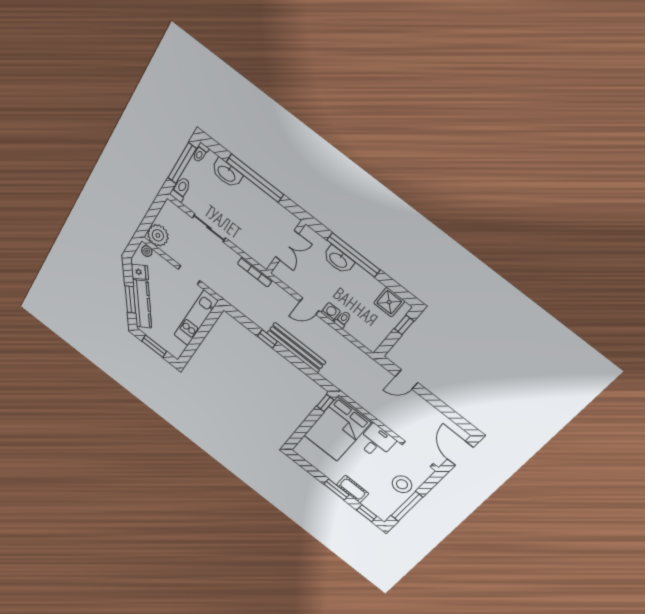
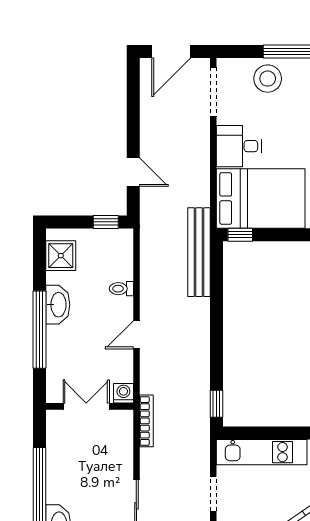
washbasin: (338, 260) -> (58, 305), moved
door: (309, 306) -> (136, 335), swing flipped
washing machine: (331, 312) -> (123, 393), moved, turned 90
window: (404, 325) -> (106, 222), moved
window: (267, 339) -> (216, 404), moved
bench: (296, 348) -> (199, 252), moved

